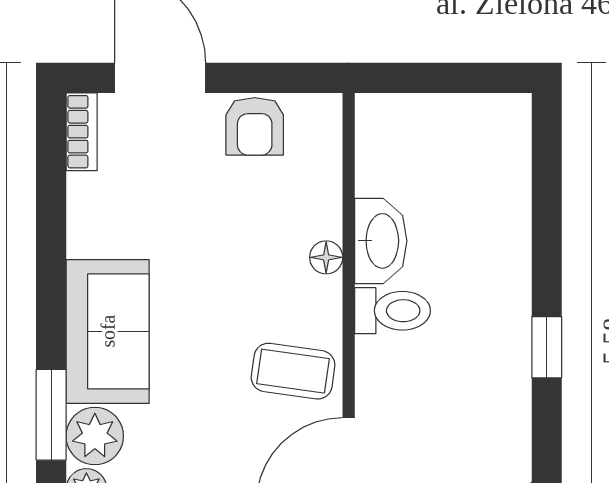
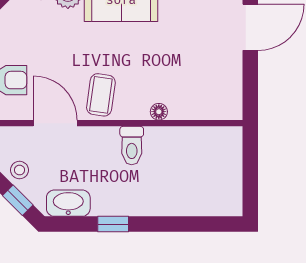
armchair: (255, 126) -> (226, 75), removed
washbasin: (381, 241) -> (68, 203), moved, turned 180

